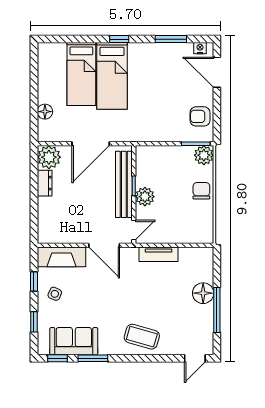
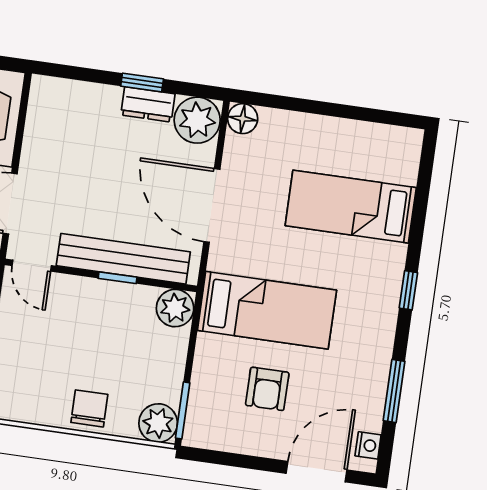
bed: (112, 76) -> (267, 310), moved, turned 180
floor lamp: (45, 112) -> (243, 119), moved
armchair: (200, 116) -> (267, 389), moved, turned 180
window: (34, 188) -> (142, 83), added
chair: (201, 191) -> (89, 408), turned -90
plant: (145, 197) -> (175, 308), moved

